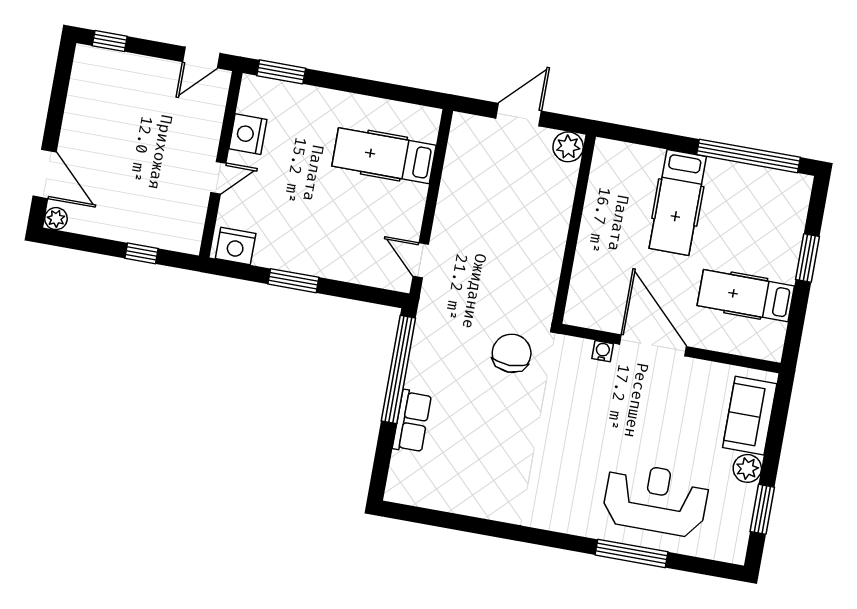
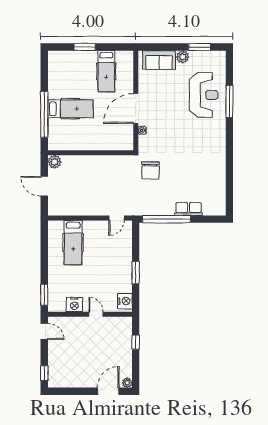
window: (748, 156) -> (44, 114), moved
chair: (512, 353) -> (150, 170), turned -90
reception desk: (656, 499) -> (204, 95), turned 180

